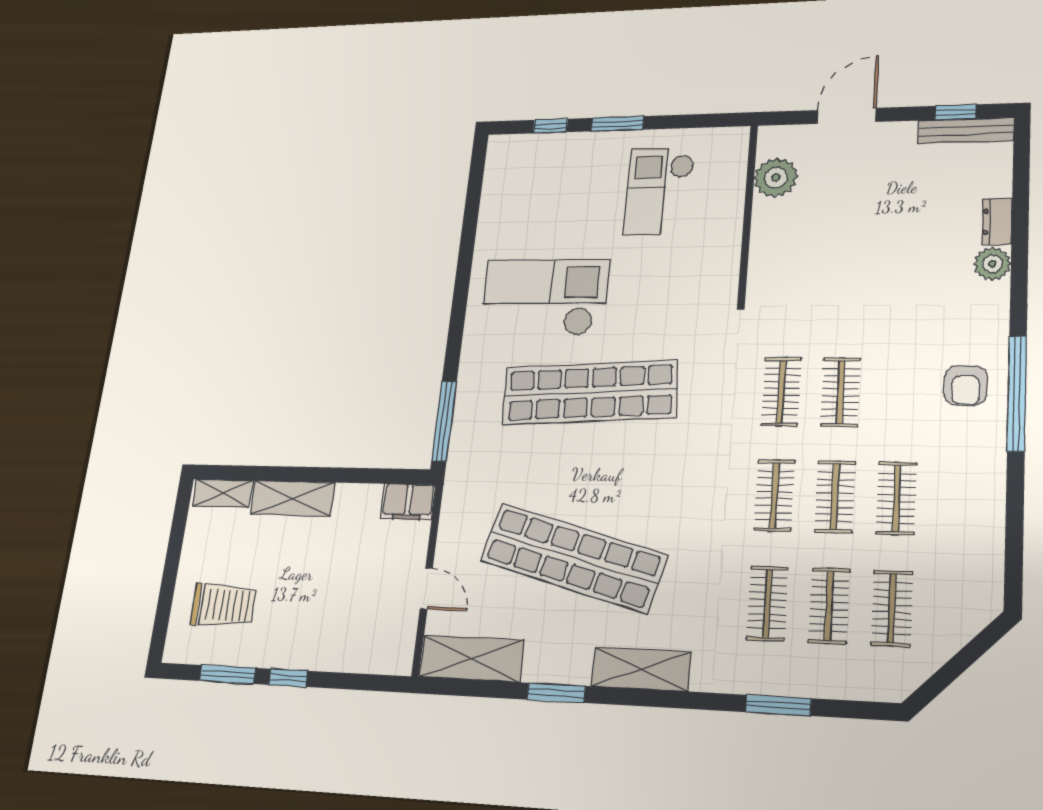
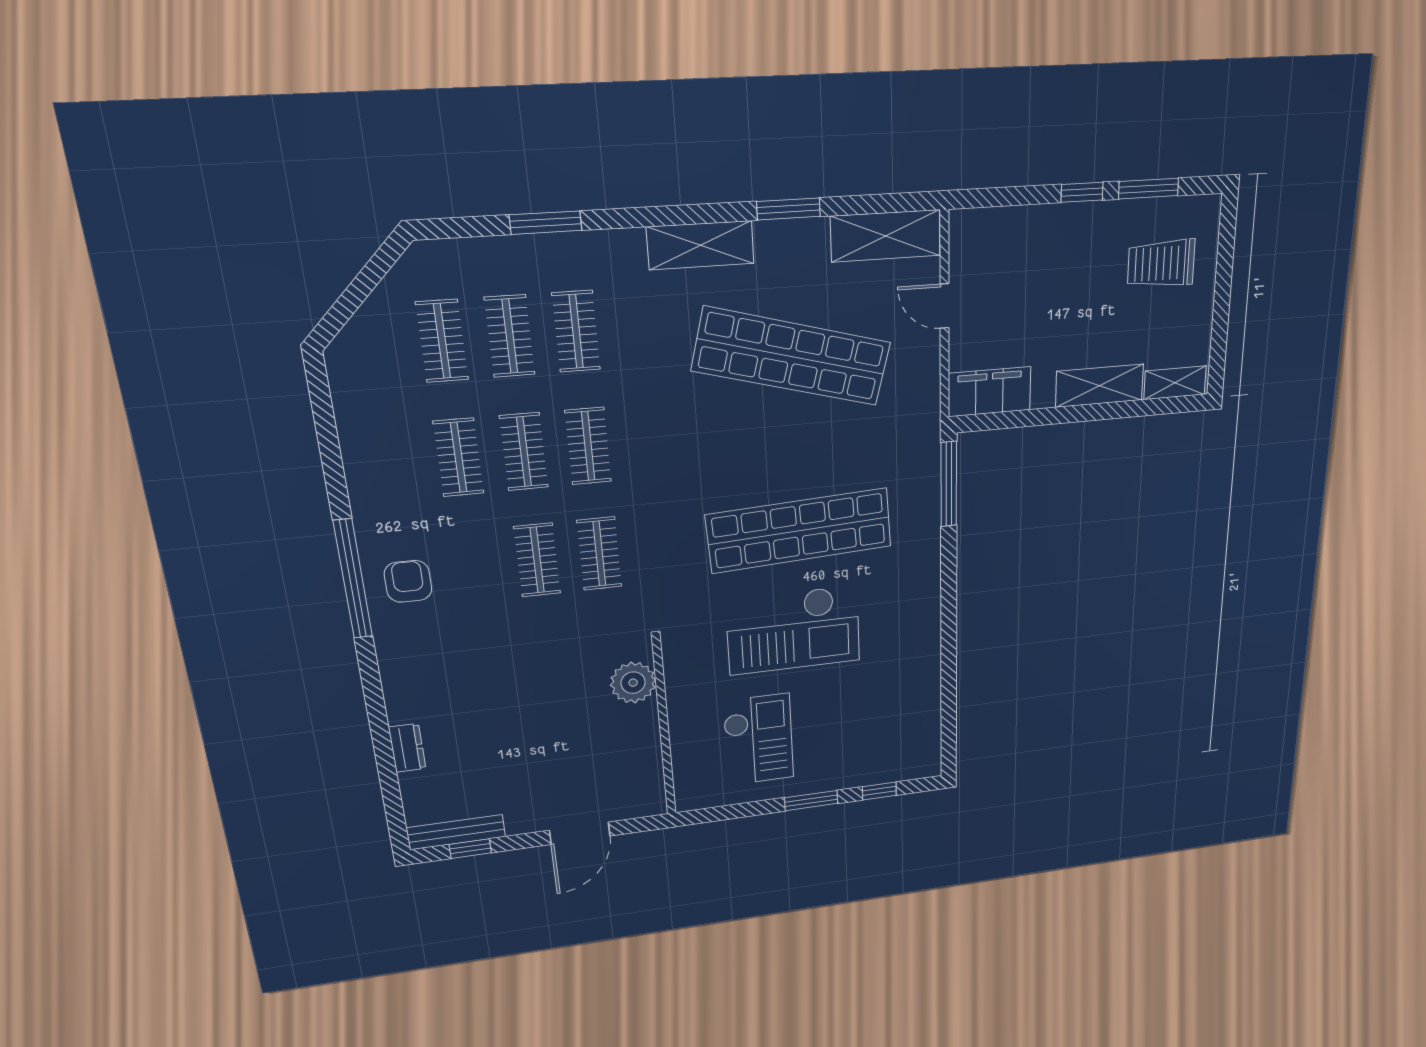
plant: (776, 177) -> (633, 683), moved
plant: (992, 264) -> (404, 706), removed
checkout: (544, 297) -> (793, 630), moved
filing cabinet: (408, 502) -> (989, 392), width x1.50, depth x1.17

